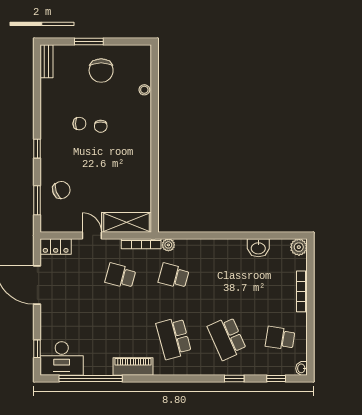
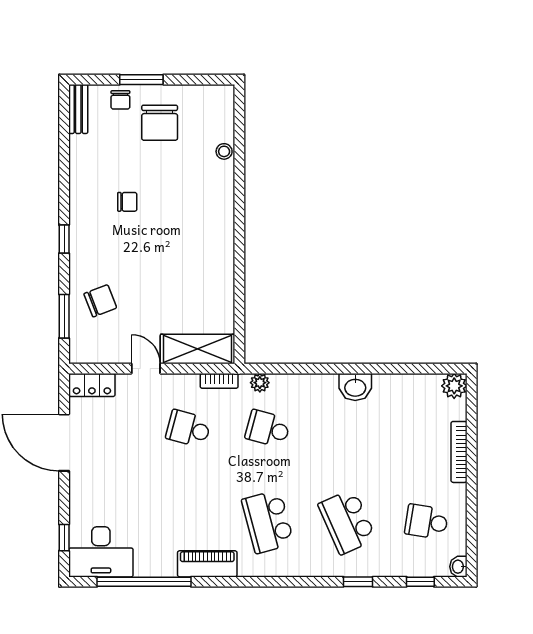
chair: (101, 126) -> (120, 100), moved
bookcase: (141, 244) -> (219, 381), width x0.64
washbasin: (258, 248) -> (355, 387), moved

